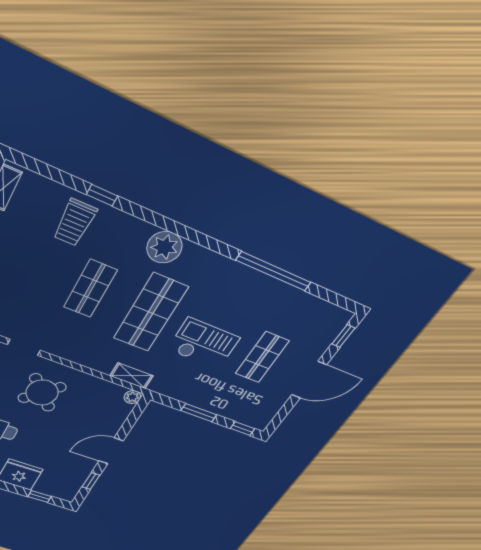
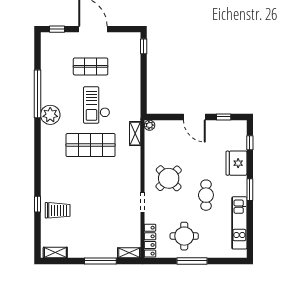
plant: (164, 247) -> (50, 115), moved
shop shelf: (90, 289) -> (91, 184), removed
window: (199, 413) -> (144, 80), removed

